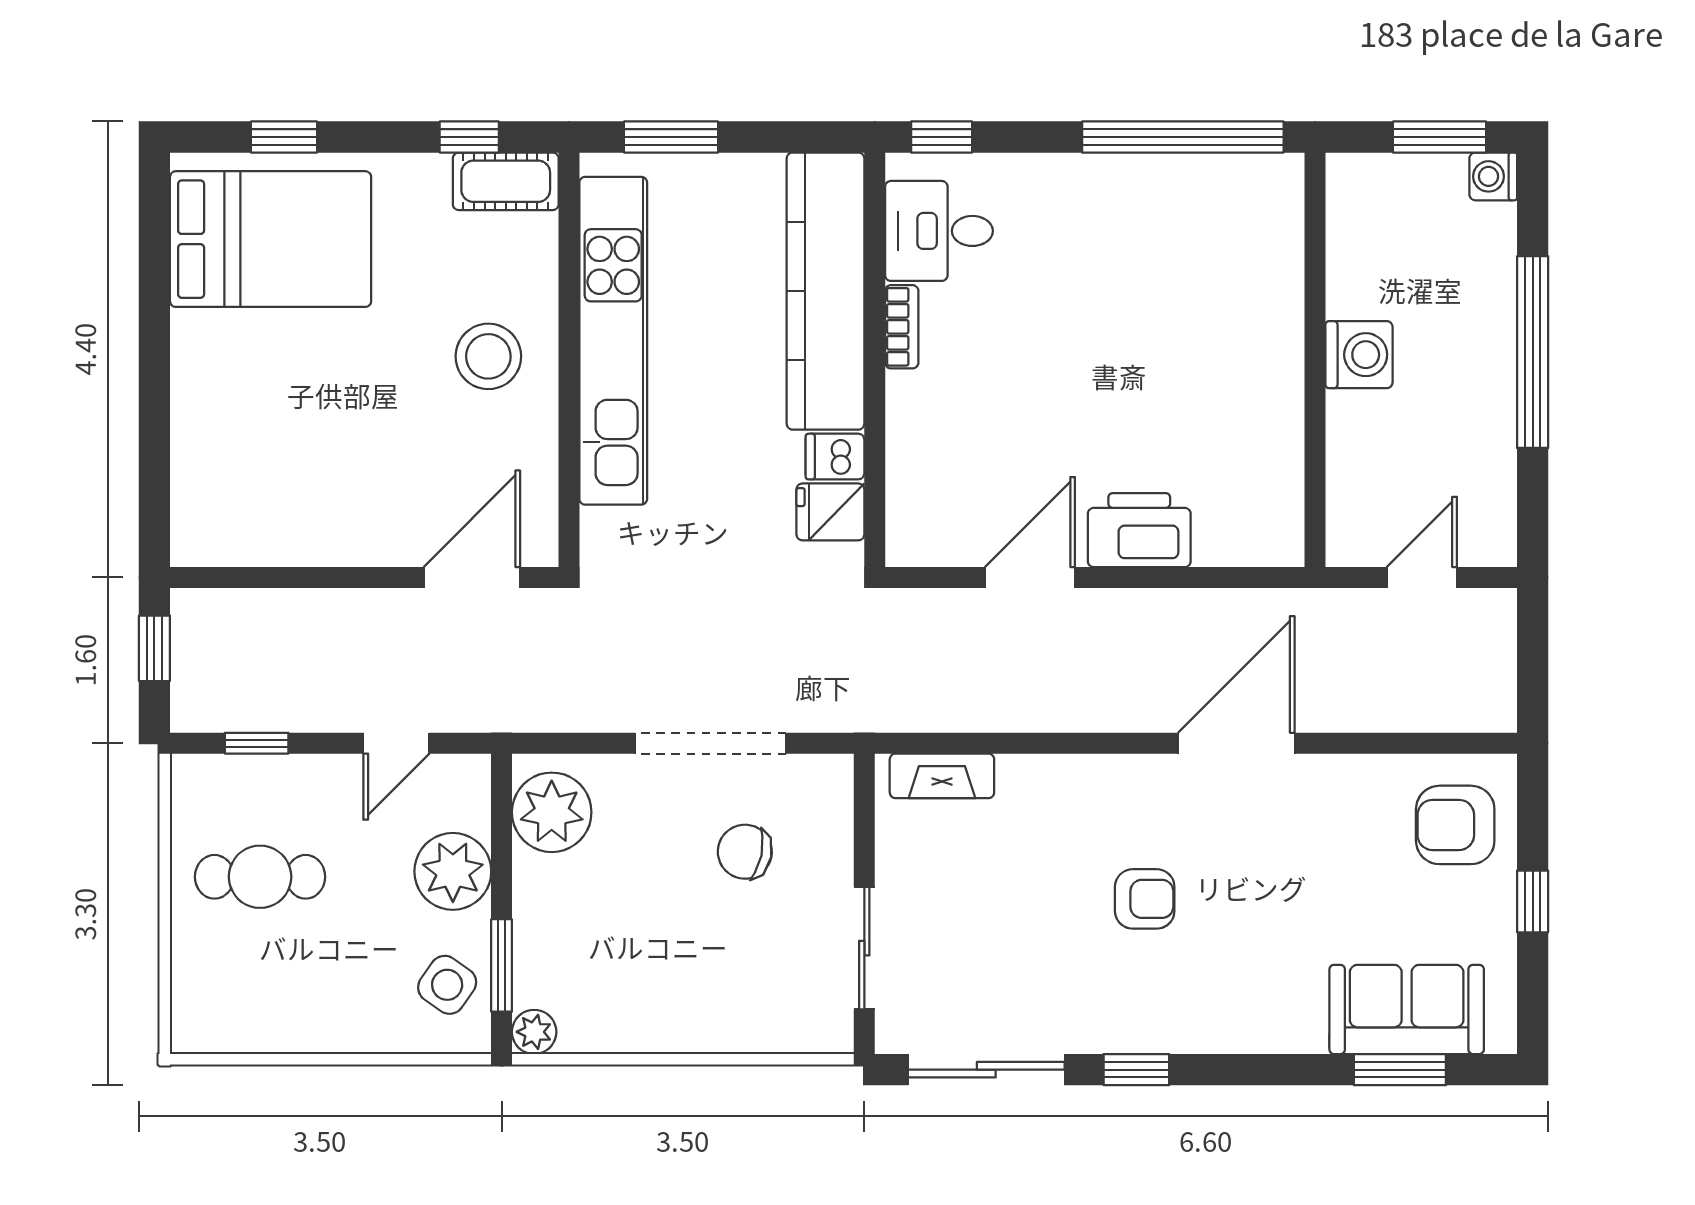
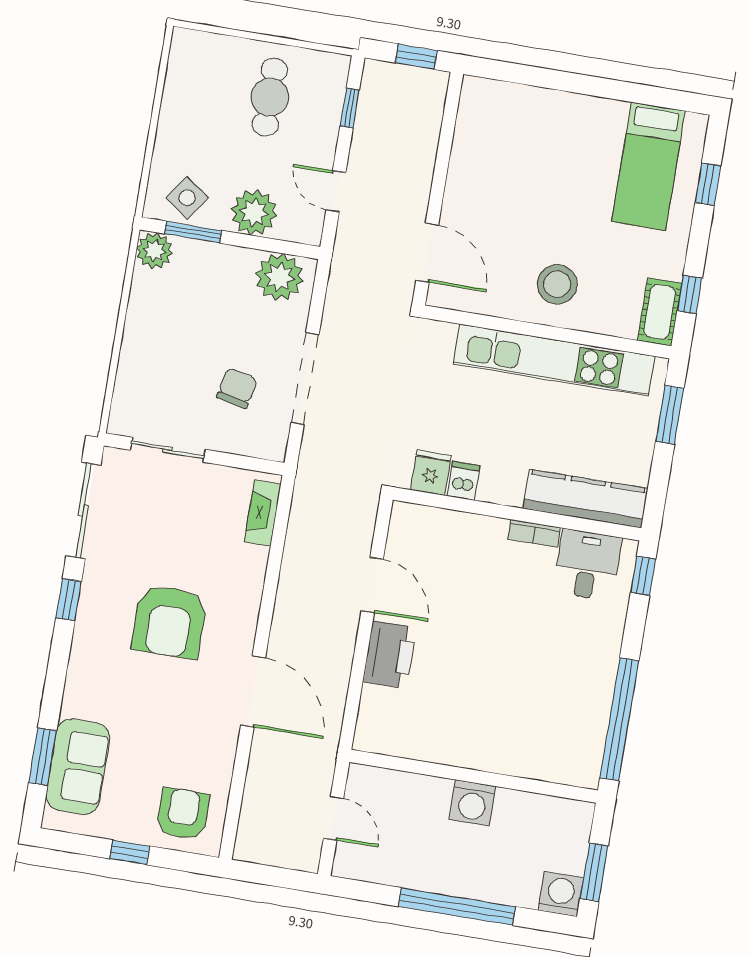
washing machine: (1493, 176) -> (561, 894), width x1.38, depth x1.38
bed: (271, 239) -> (648, 166), width x0.67
kitchen counter: (825, 291) -> (585, 499), width x0.72, depth x0.86
armchair: (1145, 899) -> (169, 622), width x1.88, depth x1.88
plant: (534, 1032) -> (155, 251), width x1.38, depth x1.38

